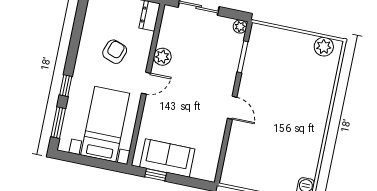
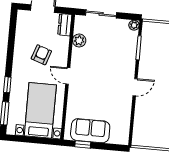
plant: (162, 57) -> (79, 40), moved
door: (146, 83) -> (68, 76), swing flipped
door: (232, 108) -> (135, 87), hinge flipped

